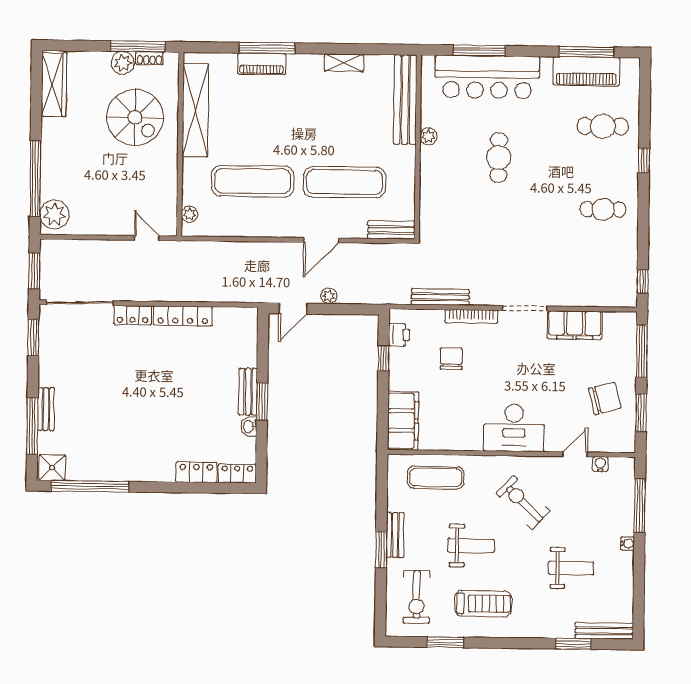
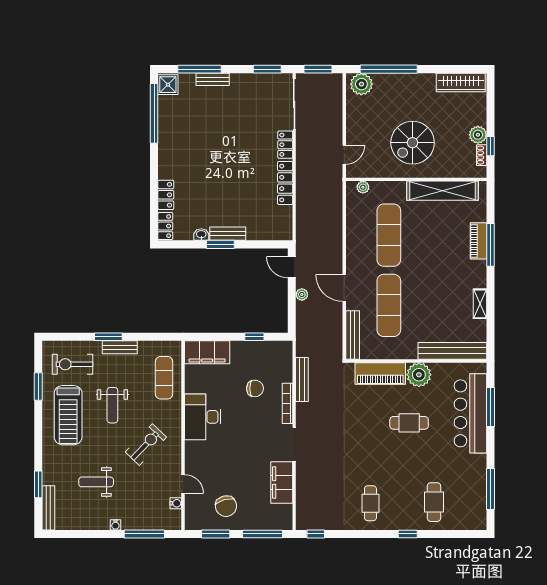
window: (138, 46) -> (491, 146), width x0.46
piano: (586, 71) -> (380, 373), moved, turned -90
spiral stairs: (135, 117) -> (413, 143), moved
plant: (428, 136) -> (419, 375), width x1.87, depth x1.87
bench: (391, 230) -> (353, 335), width x1.36
printer: (399, 335) -> (273, 348), removed
desk: (514, 428) -> (203, 417), moved
weight bench: (571, 568) -> (96, 482), turned 90
treadmill: (483, 604) -> (68, 415), width x1.37, depth x1.38

